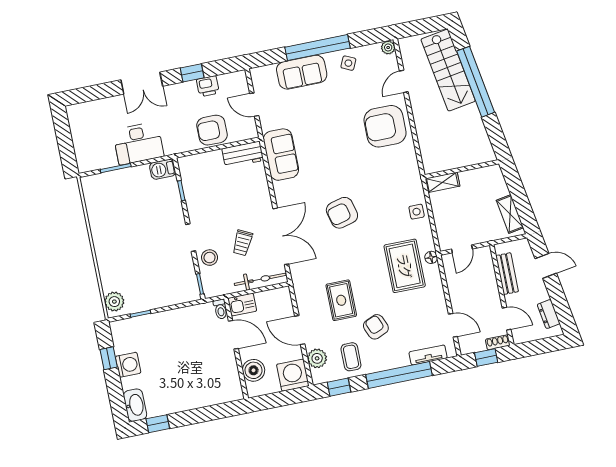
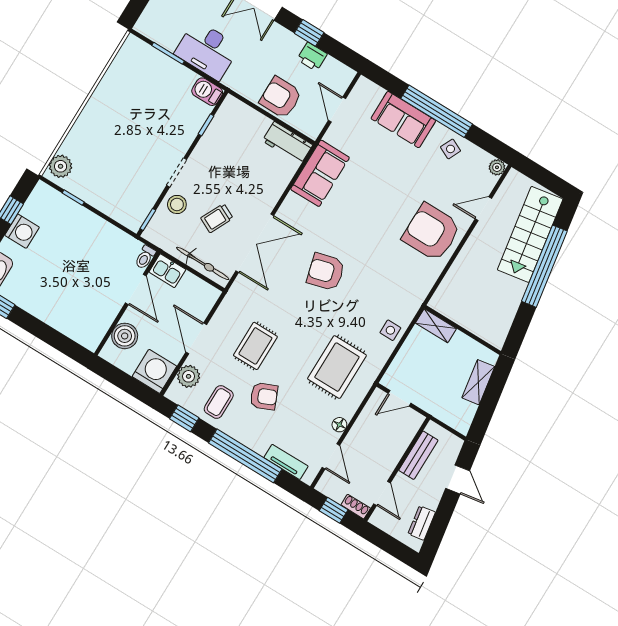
shelving: (510, 214) -> (478, 382), moved
floor lamp: (431, 257) -> (339, 425), moved
armchair: (376, 327) -> (264, 396), turned 90

